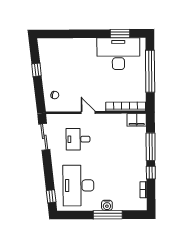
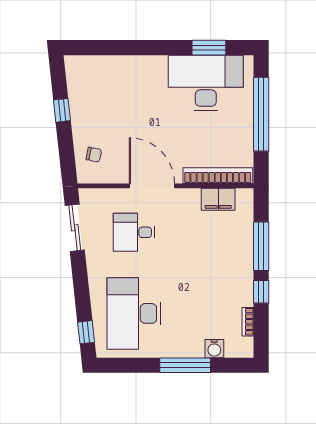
door: (88, 113) -> (152, 186), width x1.87
filing cabinet: (137, 120) -> (218, 199), moved
water cooler: (107, 205) -> (214, 349), moved

